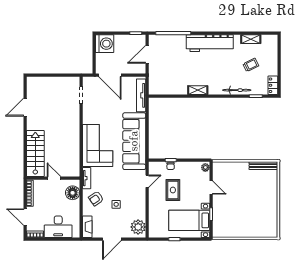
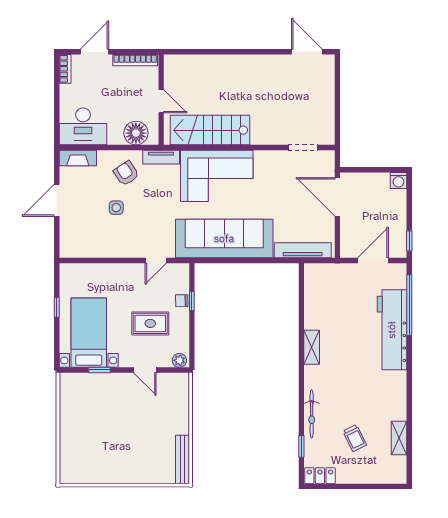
workbench: (210, 43) -> (392, 330), moved
washing machine: (105, 44) -> (398, 181), width x0.53, depth x0.53
door: (147, 54) -> (373, 260), hinge flipped
door: (110, 75) -> (337, 197), hinge flipped
door: (25, 107) -> (307, 52), moved
stairs: (35, 153) -> (210, 130), moved, turned 180
door: (54, 178) -> (161, 101), hinge flipped
door: (147, 181) -> (156, 260), hinge flipped
door: (211, 188) -> (145, 370), hinge flipped
rug: (173, 190) -> (150, 323), moved
desk: (58, 227) -> (83, 126), moved, turned -90
plant: (138, 227) -> (77, 245), removed
door: (112, 239) -> (57, 200), hinge flipped

